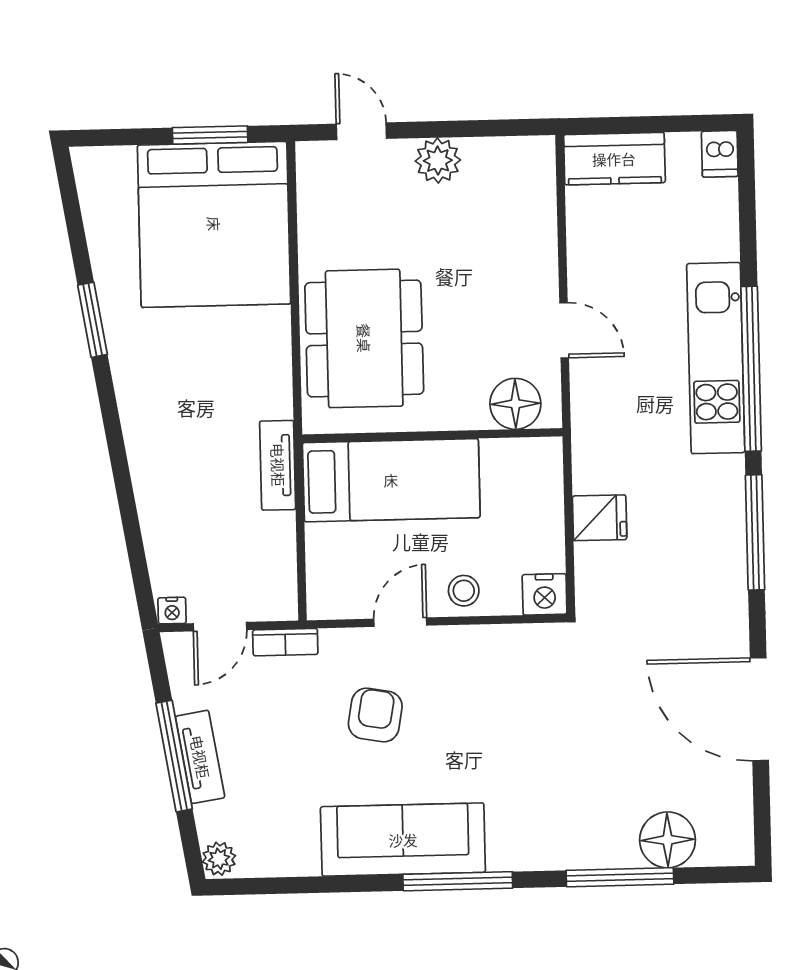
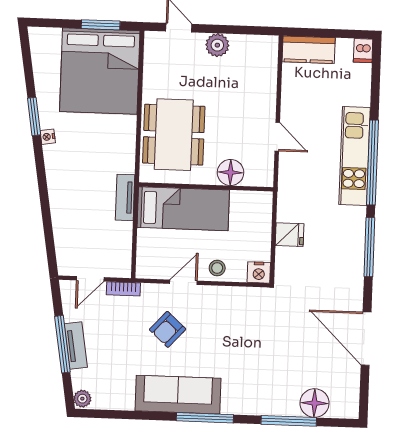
floor lamp: (515, 404) -> (231, 172), moved
nightstand: (172, 611) -> (48, 137), moved, turned 81
armchair: (375, 715) -> (168, 329), turned -148

